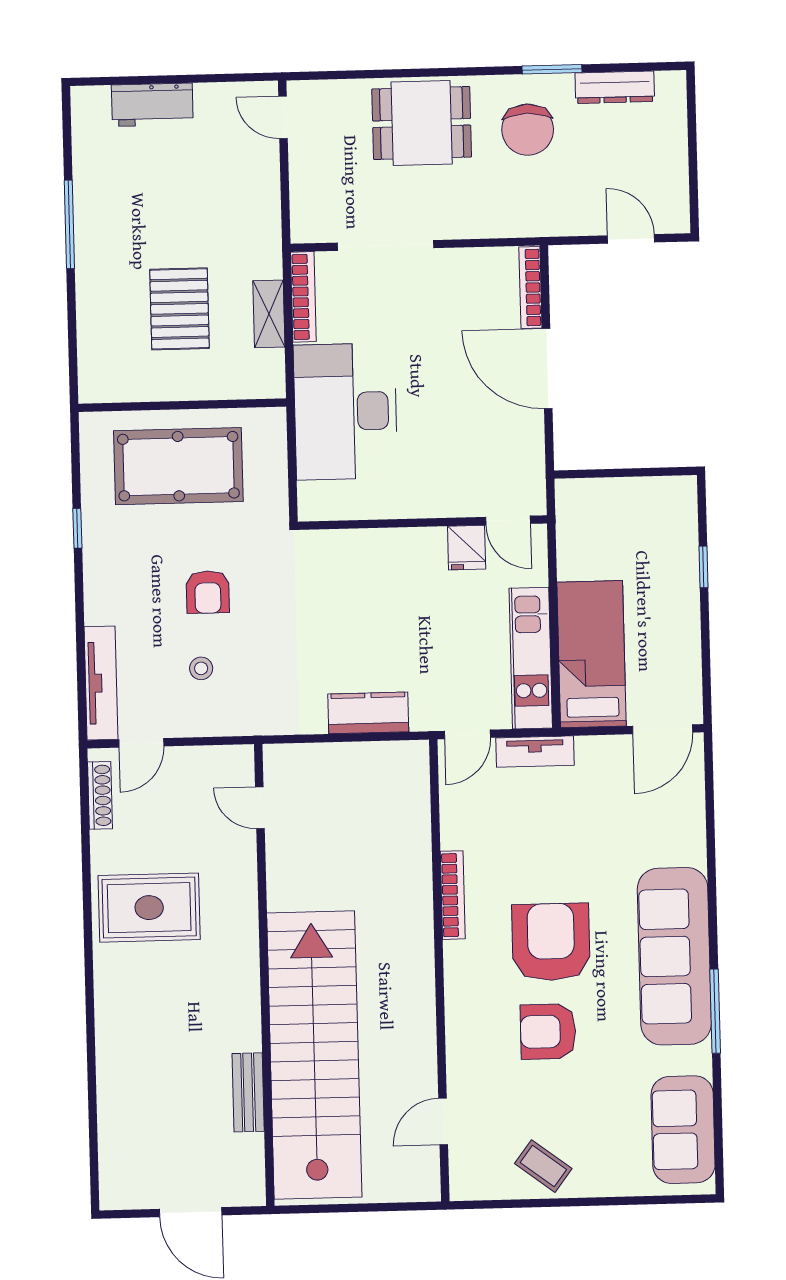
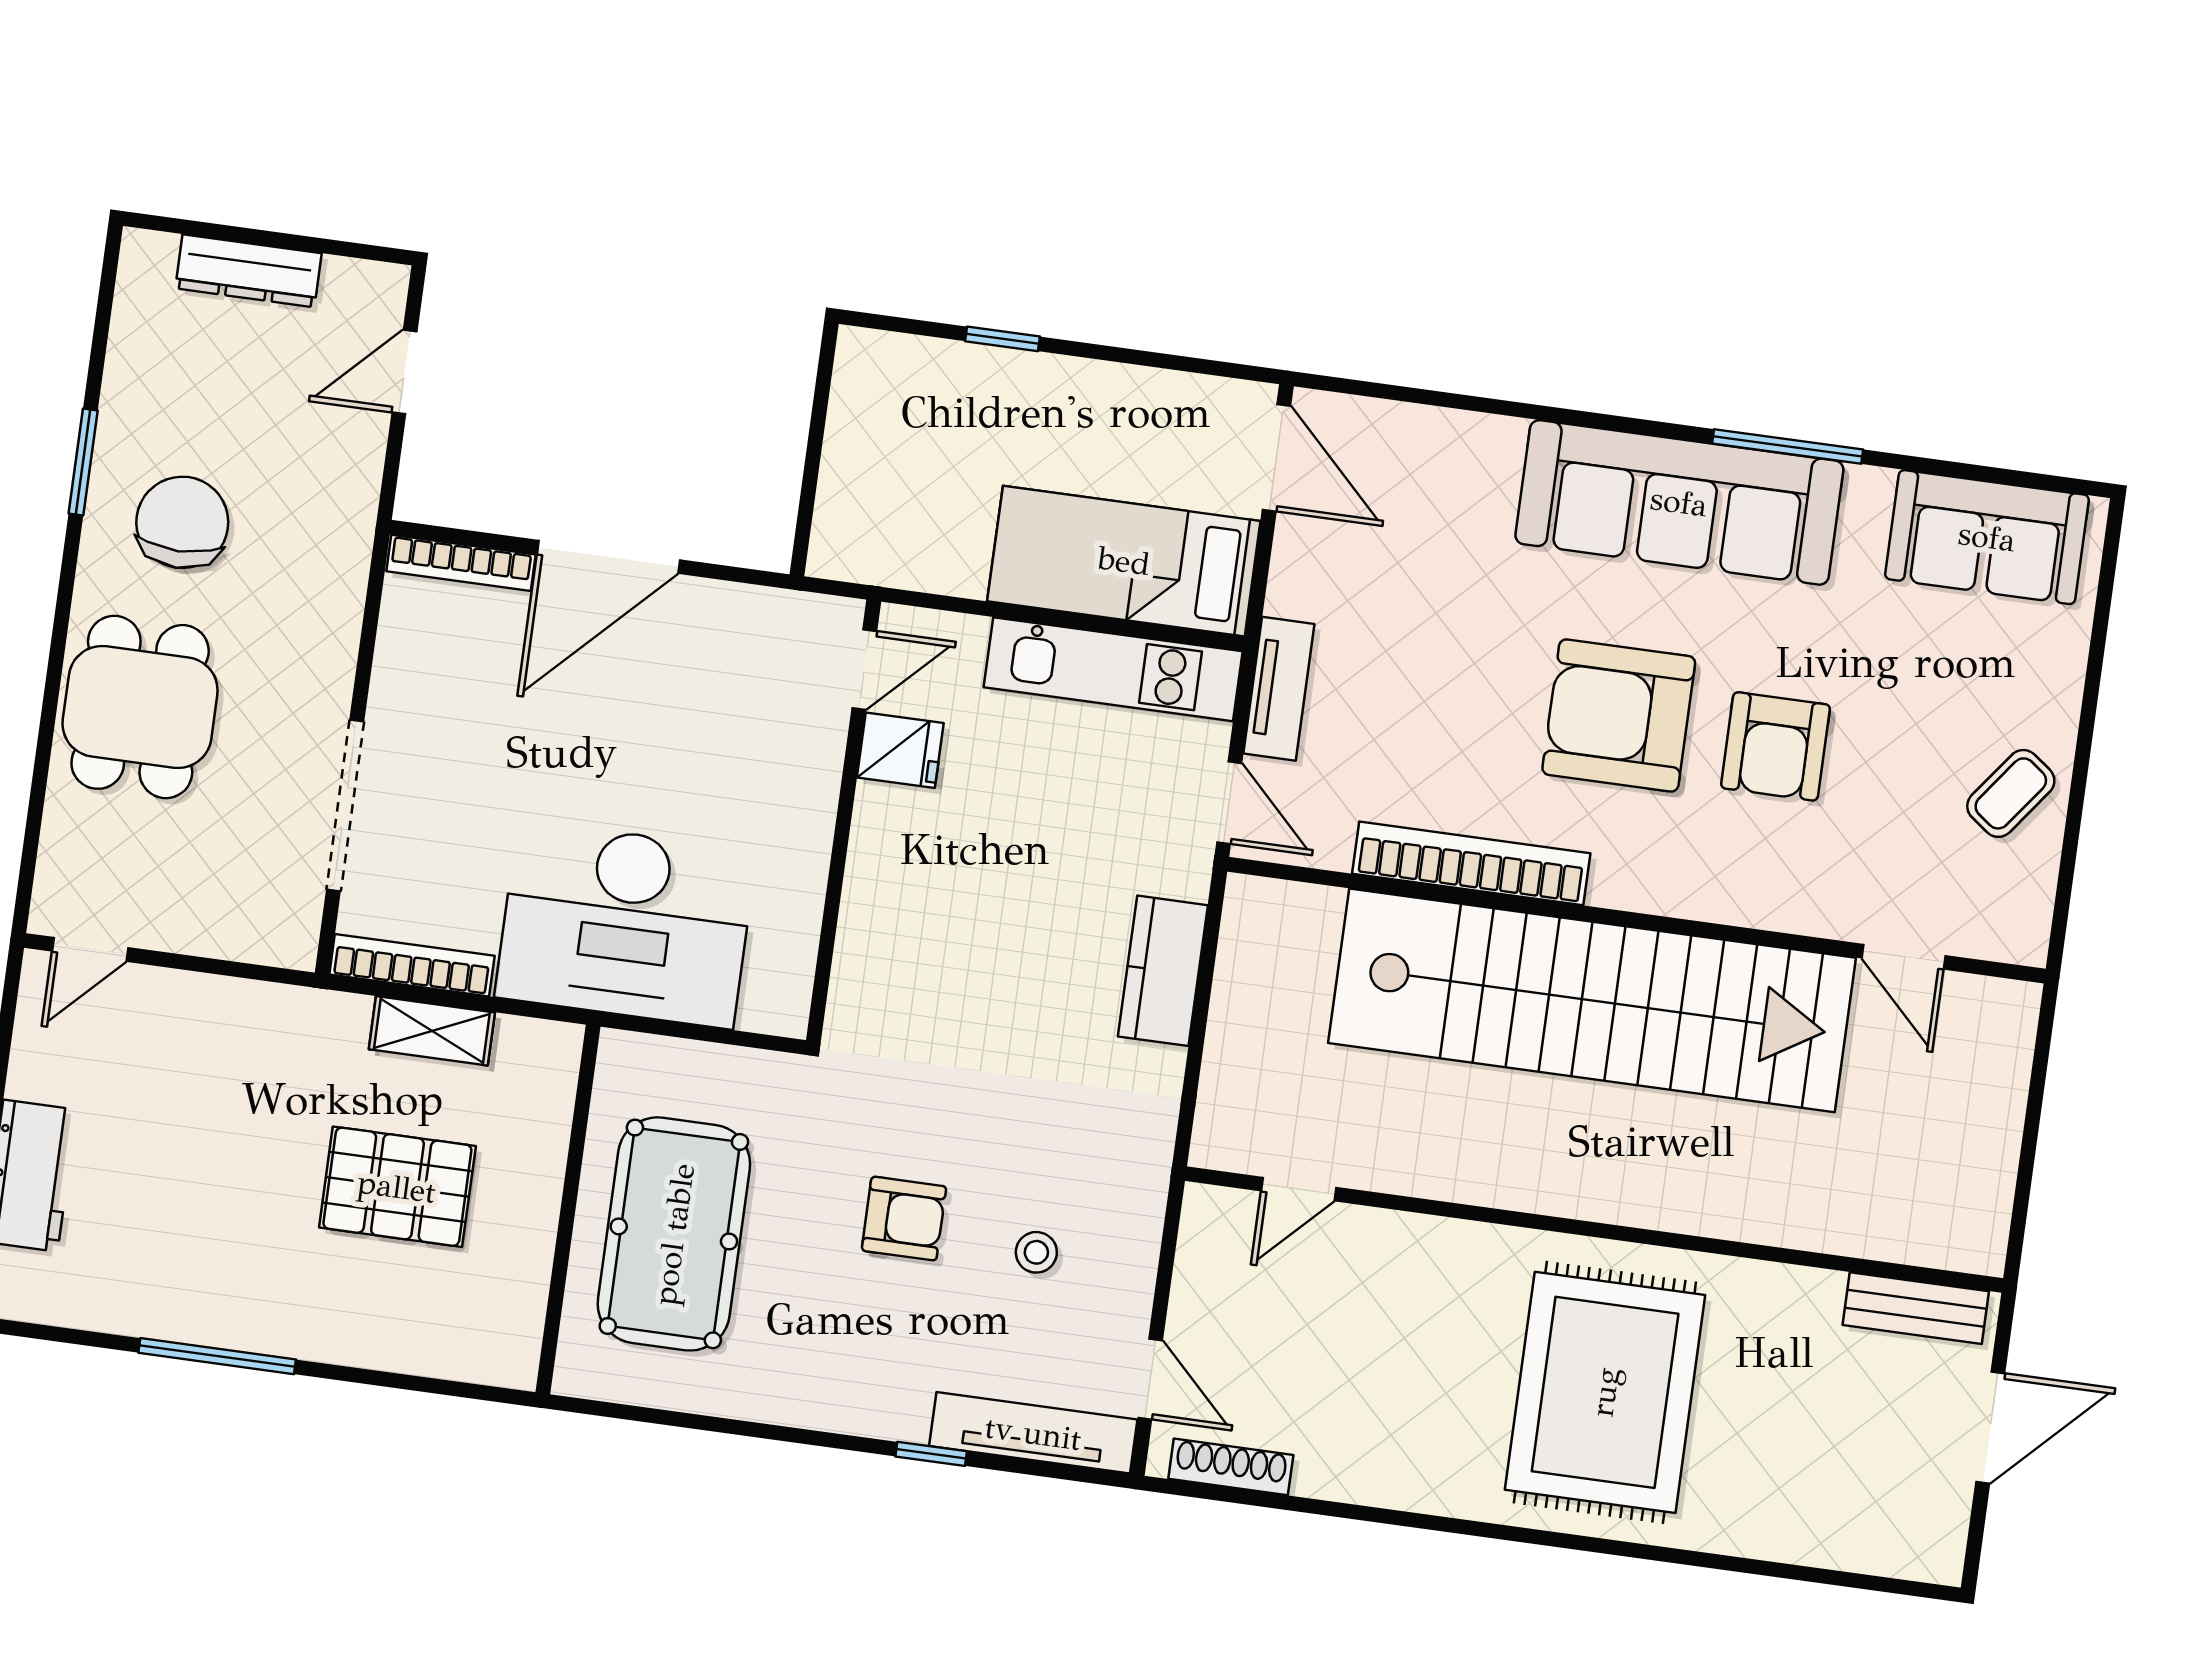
dresser: (615, 87) -> (248, 271), moved, turned 90
chair: (528, 130) -> (182, 522), turned -90
window: (77, 528) -> (931, 1454), moved
bookcase: (453, 895) -> (1471, 863), width x1.48, depth x1.31
rug: (149, 908) -> (1605, 1392), moved, width x1.37, depth x1.44
stairs: (314, 1055) -> (1592, 1000), moved, turned 180
bench: (248, 1092) -> (1916, 1308), moved

